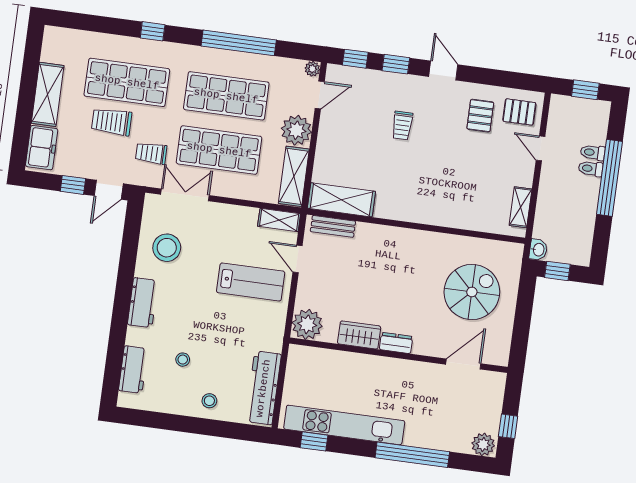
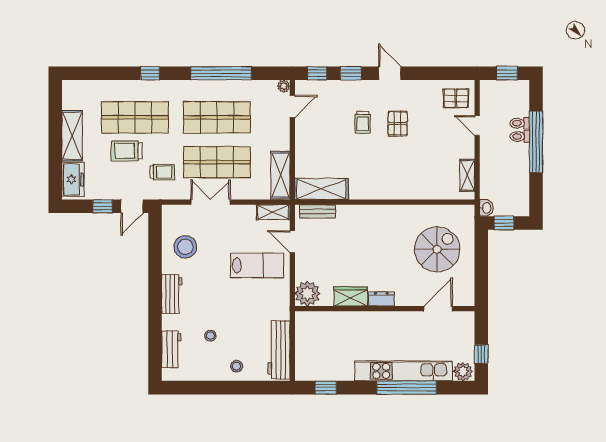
pallet: (480, 116) -> (398, 124), moved
plant: (296, 130) -> (277, 138), removed
trolley: (151, 153) -> (162, 172), turned 180
double door: (185, 195) -> (211, 202), moved
kitchen unit: (344, 425) -> (404, 371), moved

